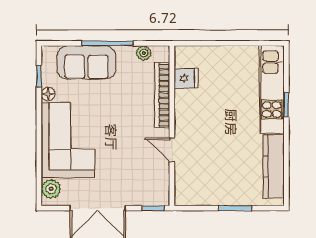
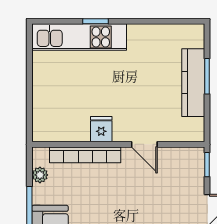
fridge: (186, 78) -> (101, 129), moved
door: (172, 150) -> (144, 144), hinge flipped
kitchen counter: (274, 166) -> (193, 83), moved, turned 90

